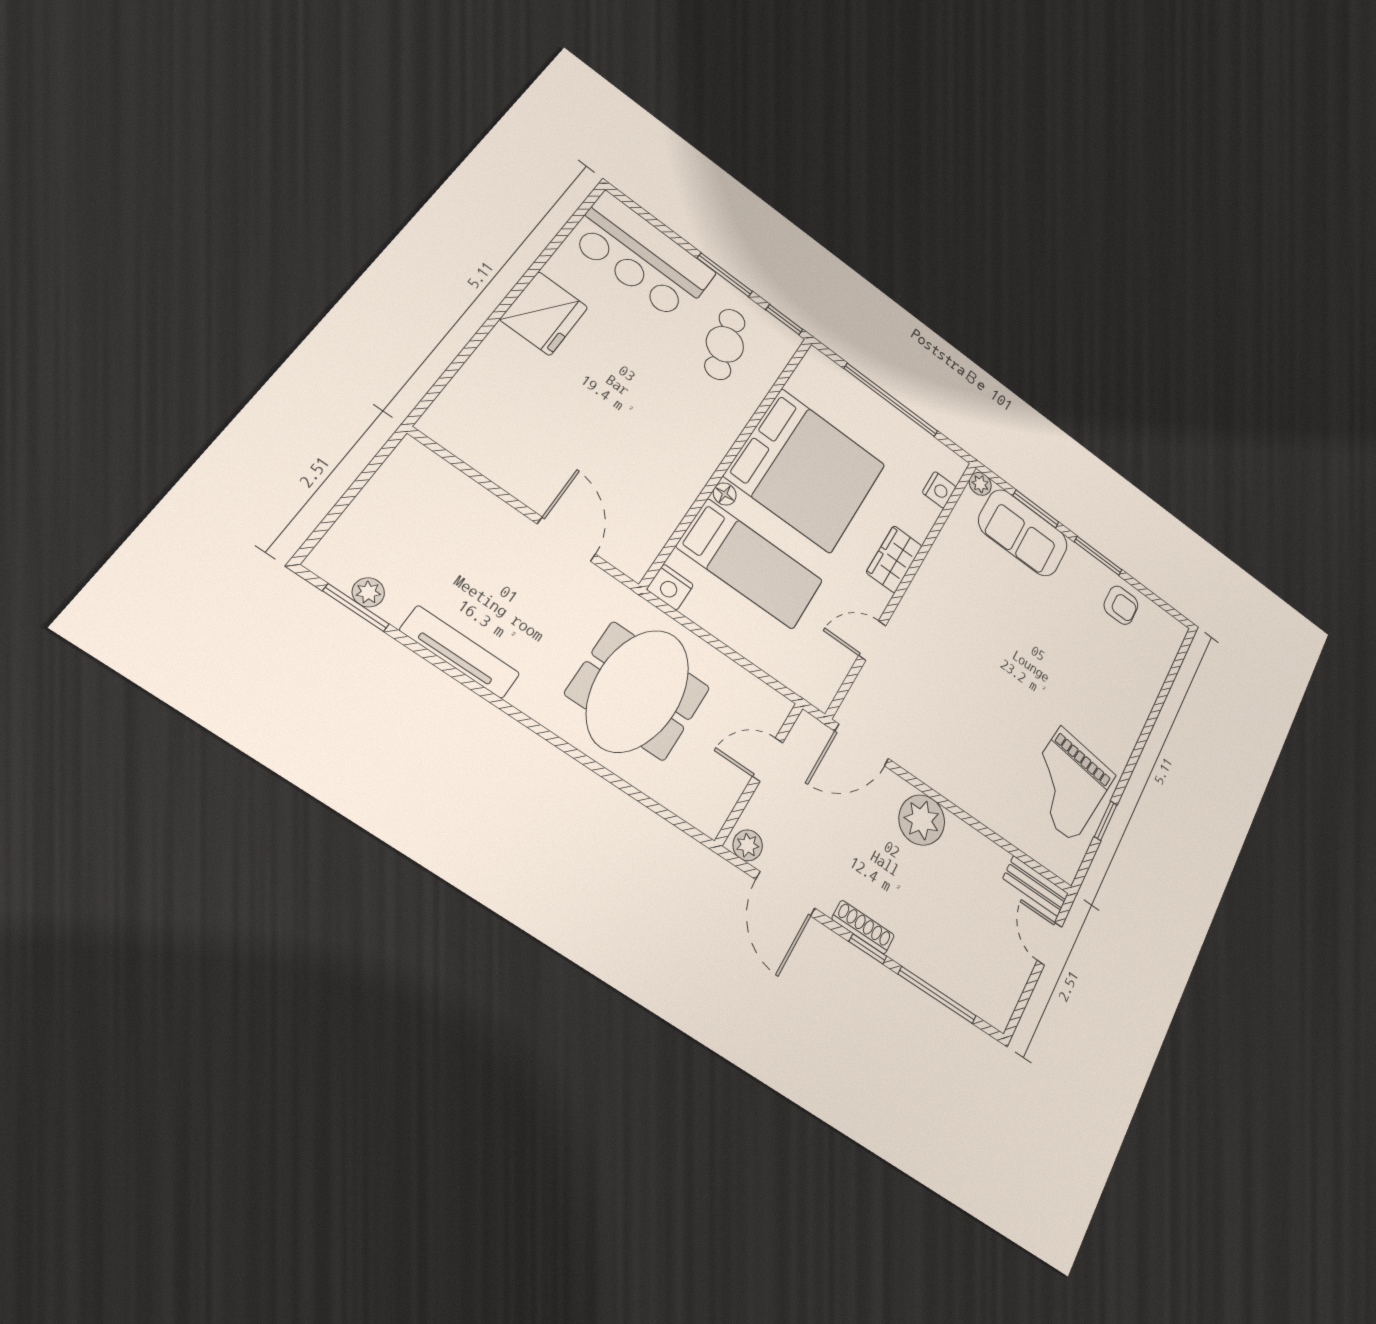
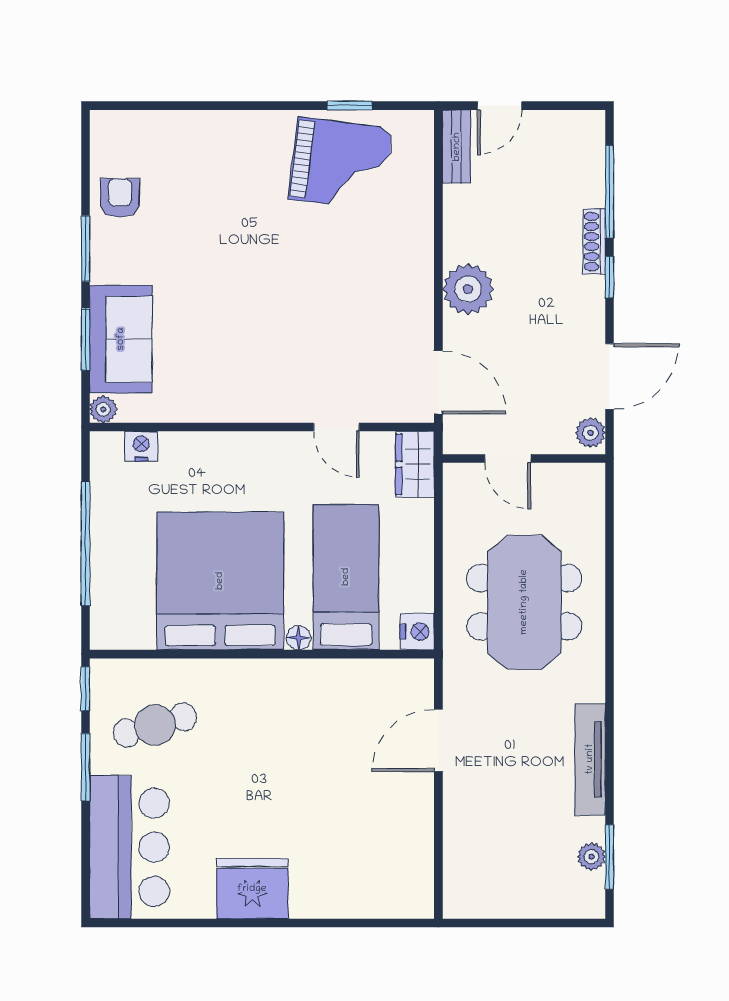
wardrobe: (894, 559) -> (415, 464), moved, turned 90
meeting table: (638, 691) -> (524, 602), turned 90
shoe rack: (863, 927) -> (594, 241), moved

